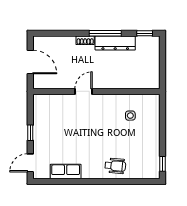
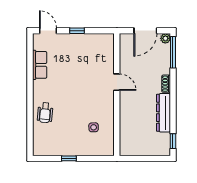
window: (105, 33) -> (173, 52), moved
plant: (38, 41) -> (165, 38), added
window: (163, 164) -> (69, 158), moved

